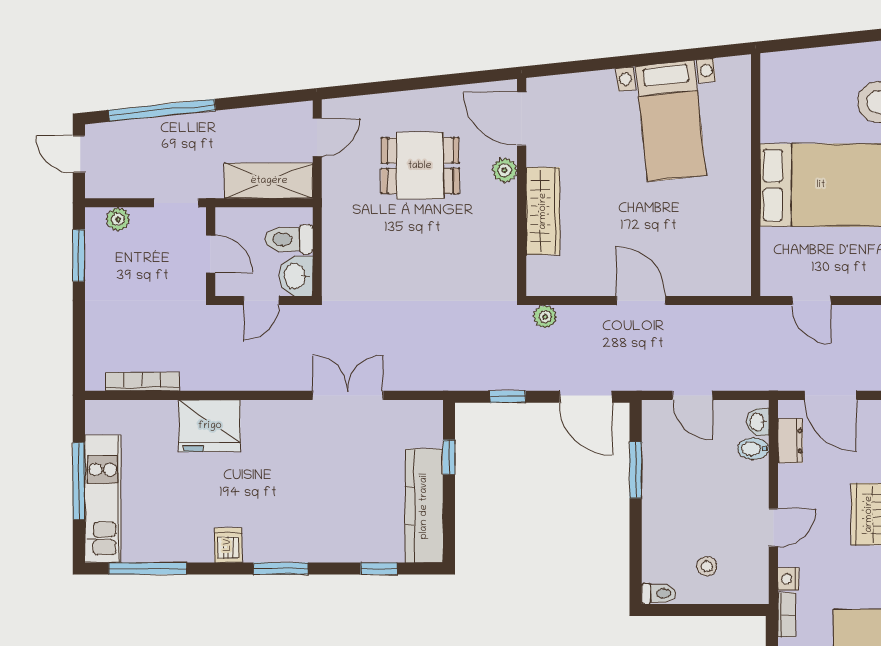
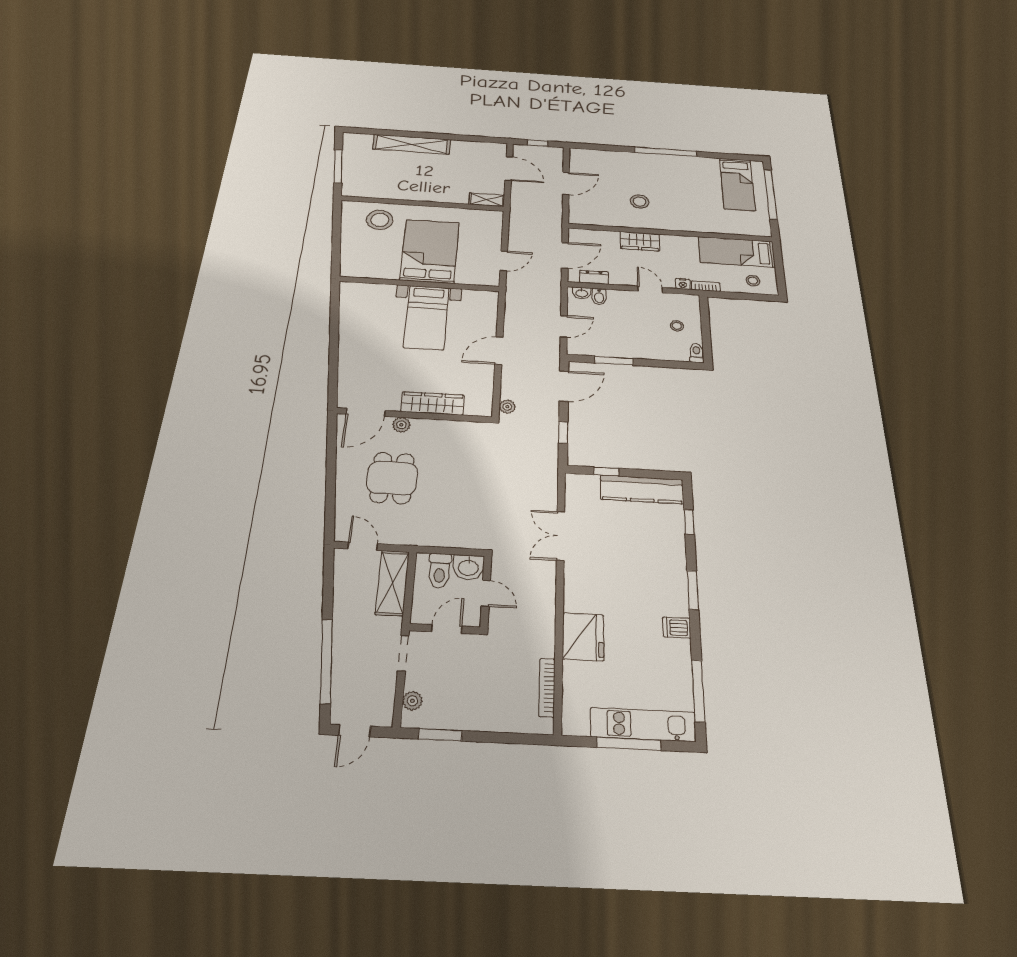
bed with nightstands: (671, 121) -> (426, 317), moved, turned 96

